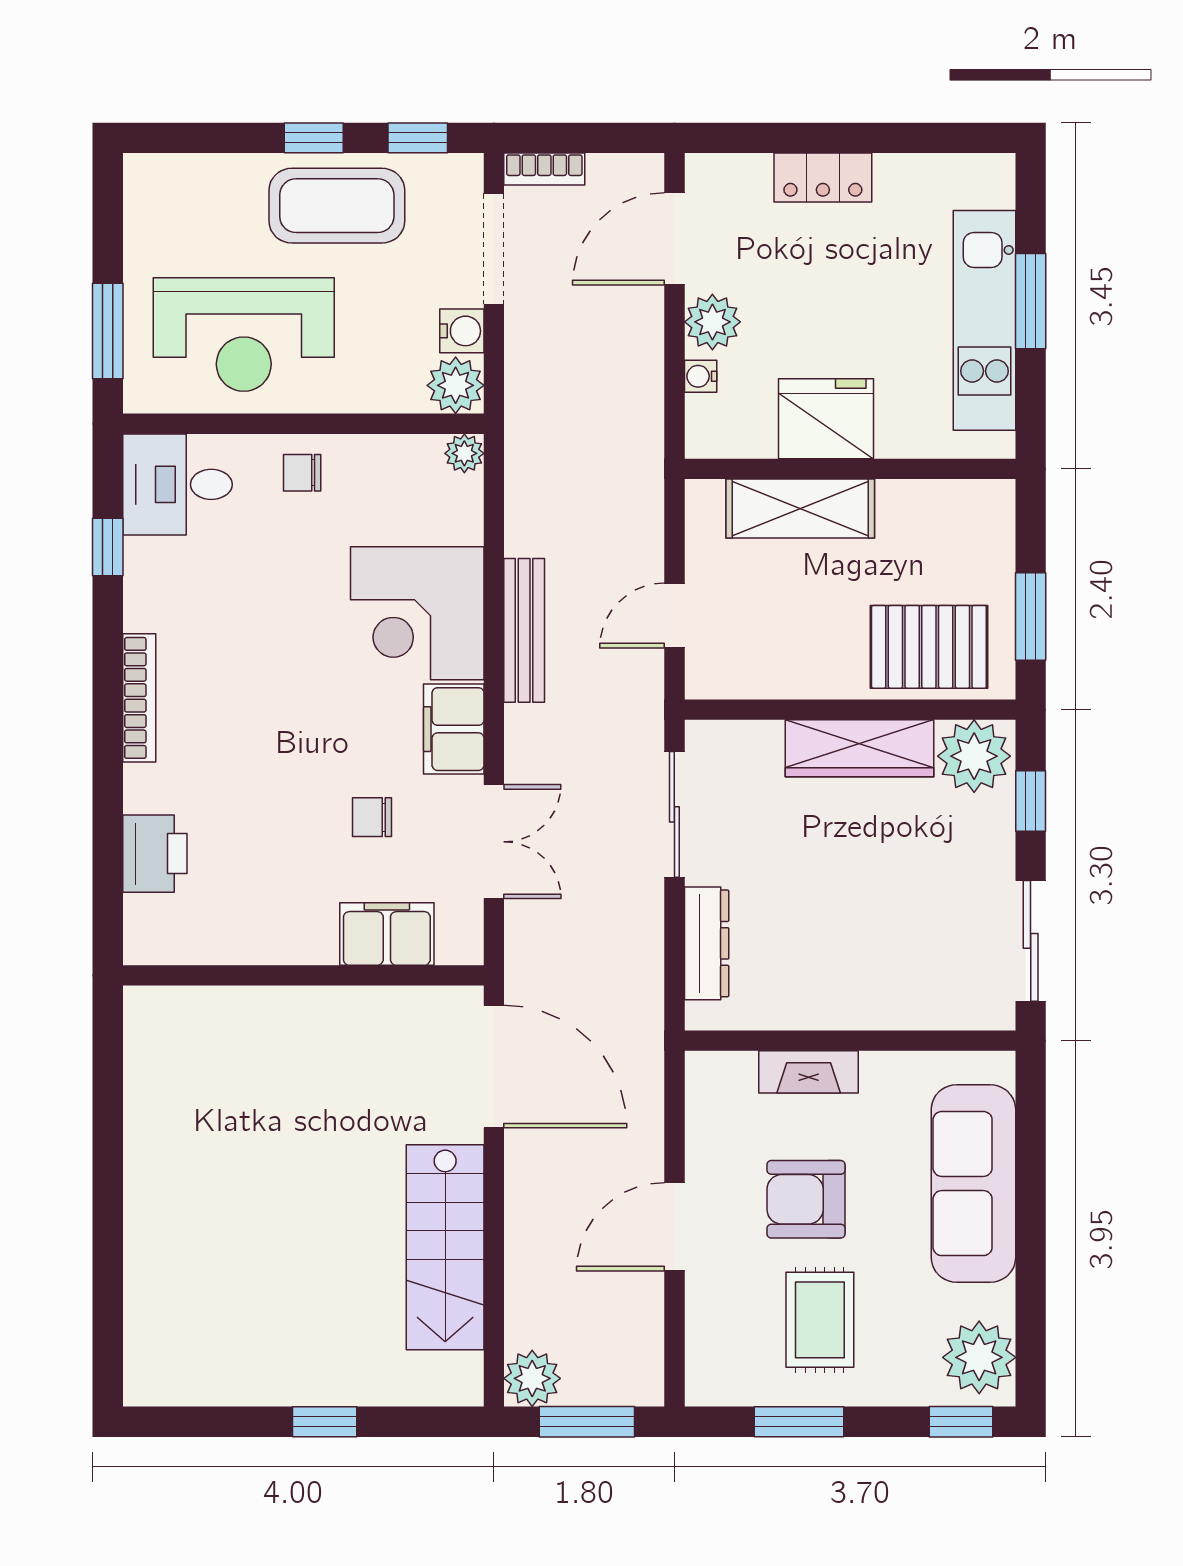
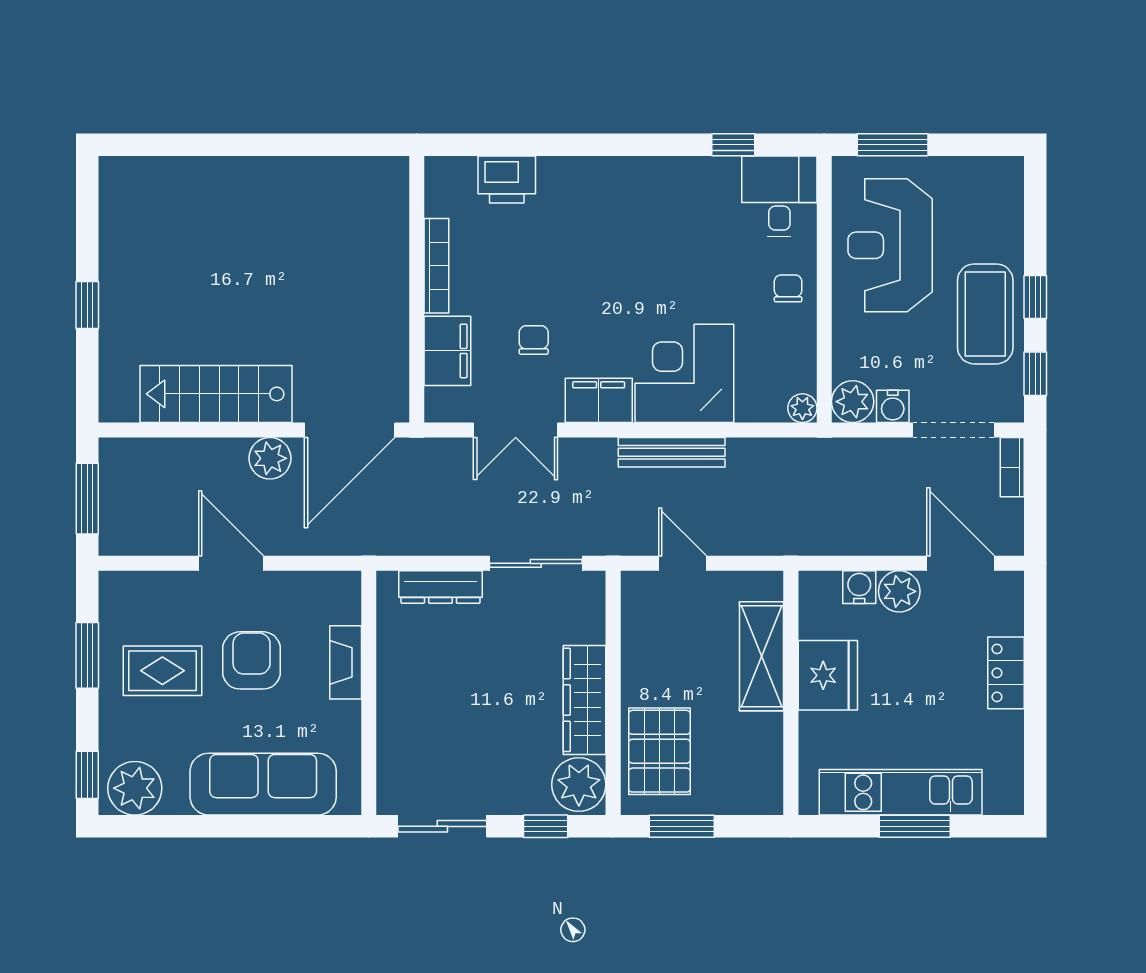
water cooler: (701, 376) -> (859, 587), width x1.38, depth x1.38
bookcase: (139, 698) -> (436, 266), moved, turned -90
plant: (532, 1378) -> (270, 458), moved

